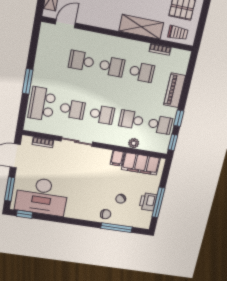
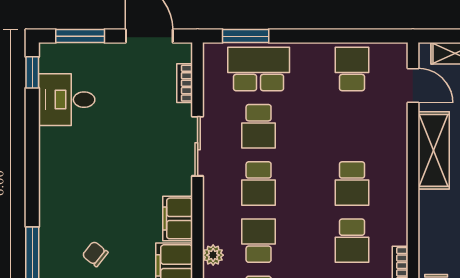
shelving: (141, 27) -> (434, 150), moved
school desk: (81, 61) -> (352, 69), moved
window: (28, 81) -> (246, 36), moved
filing cabinet: (117, 158) -> (178, 218), width x2.00
desk: (42, 196) -> (67, 100), width x0.53, depth x0.77
chair: (106, 214) -> (58, 231), removed

